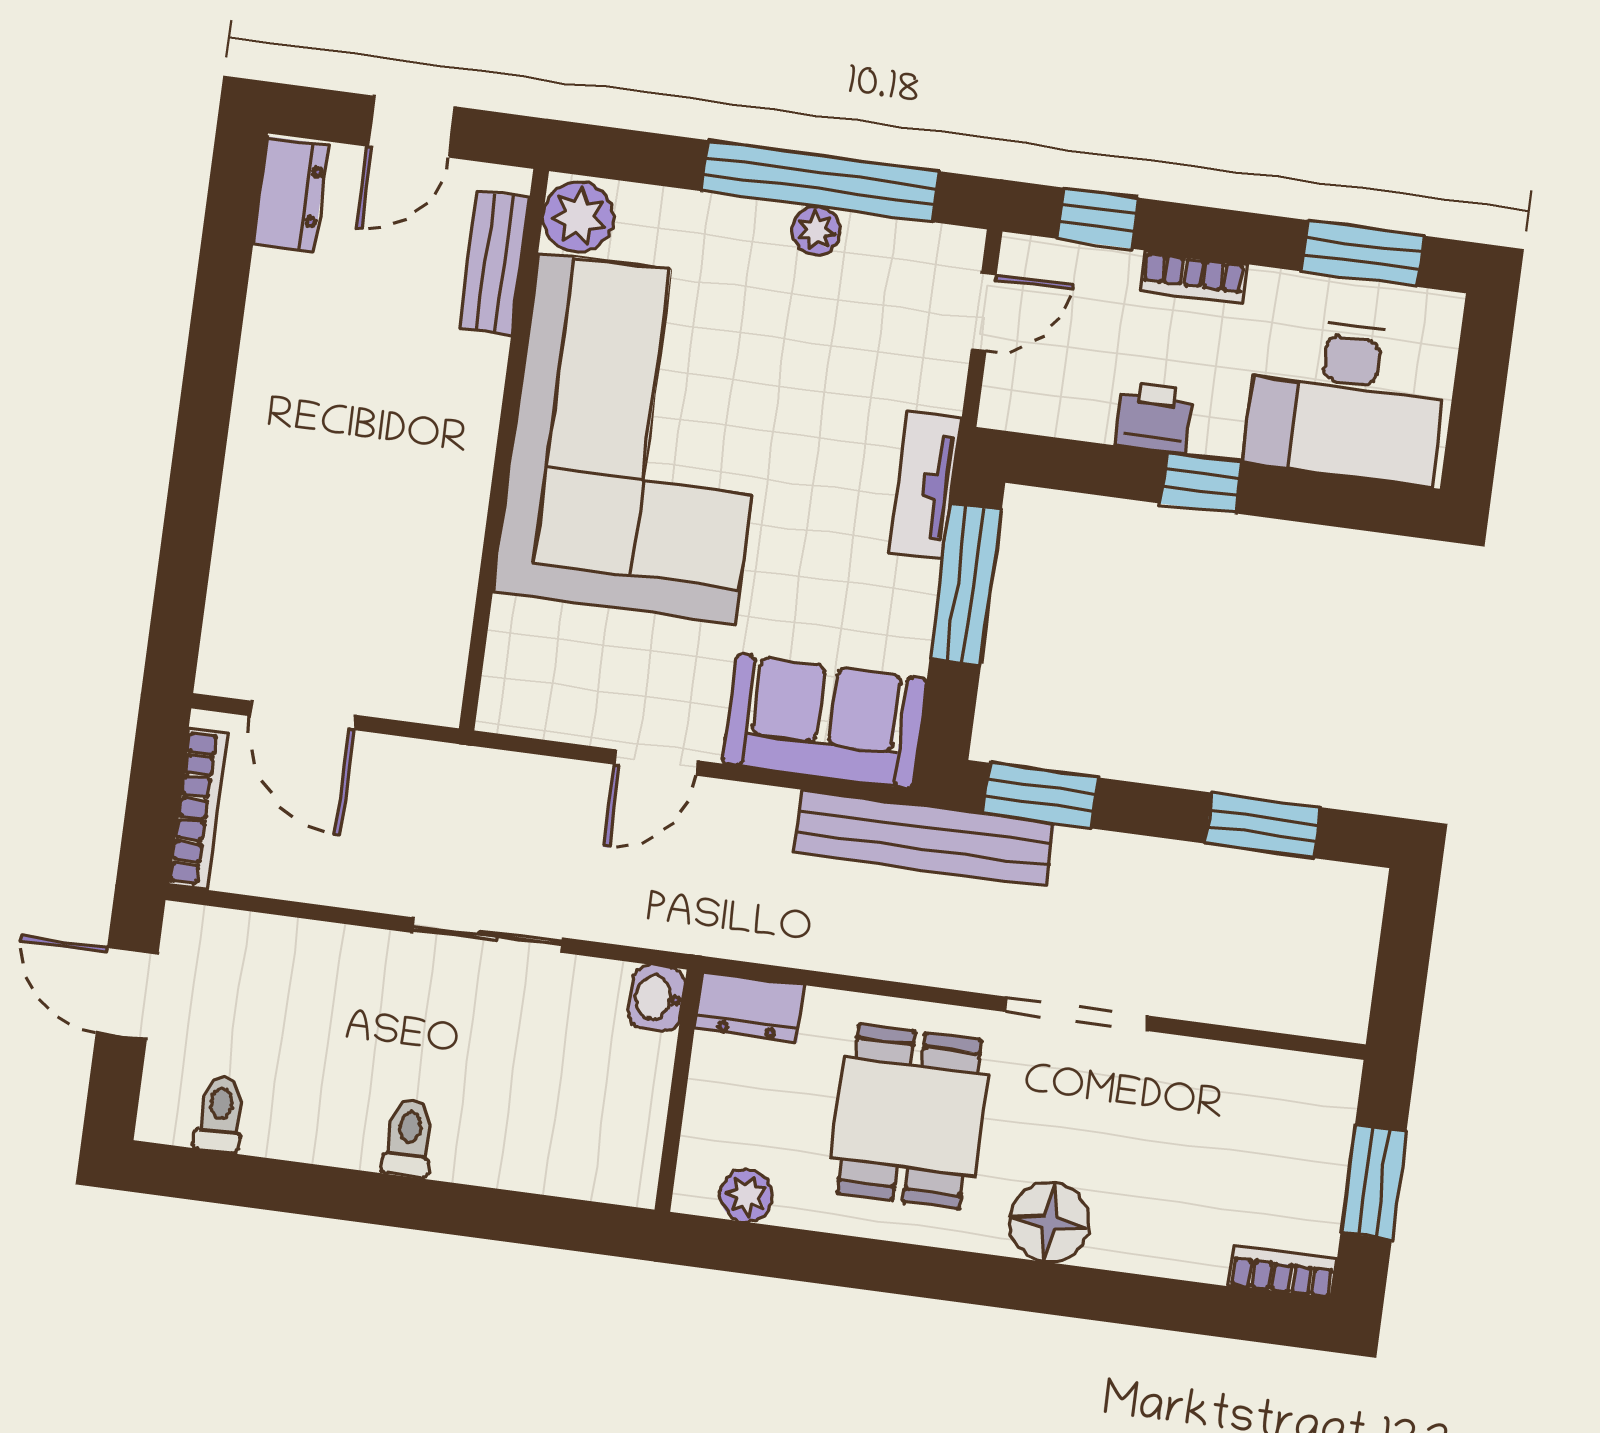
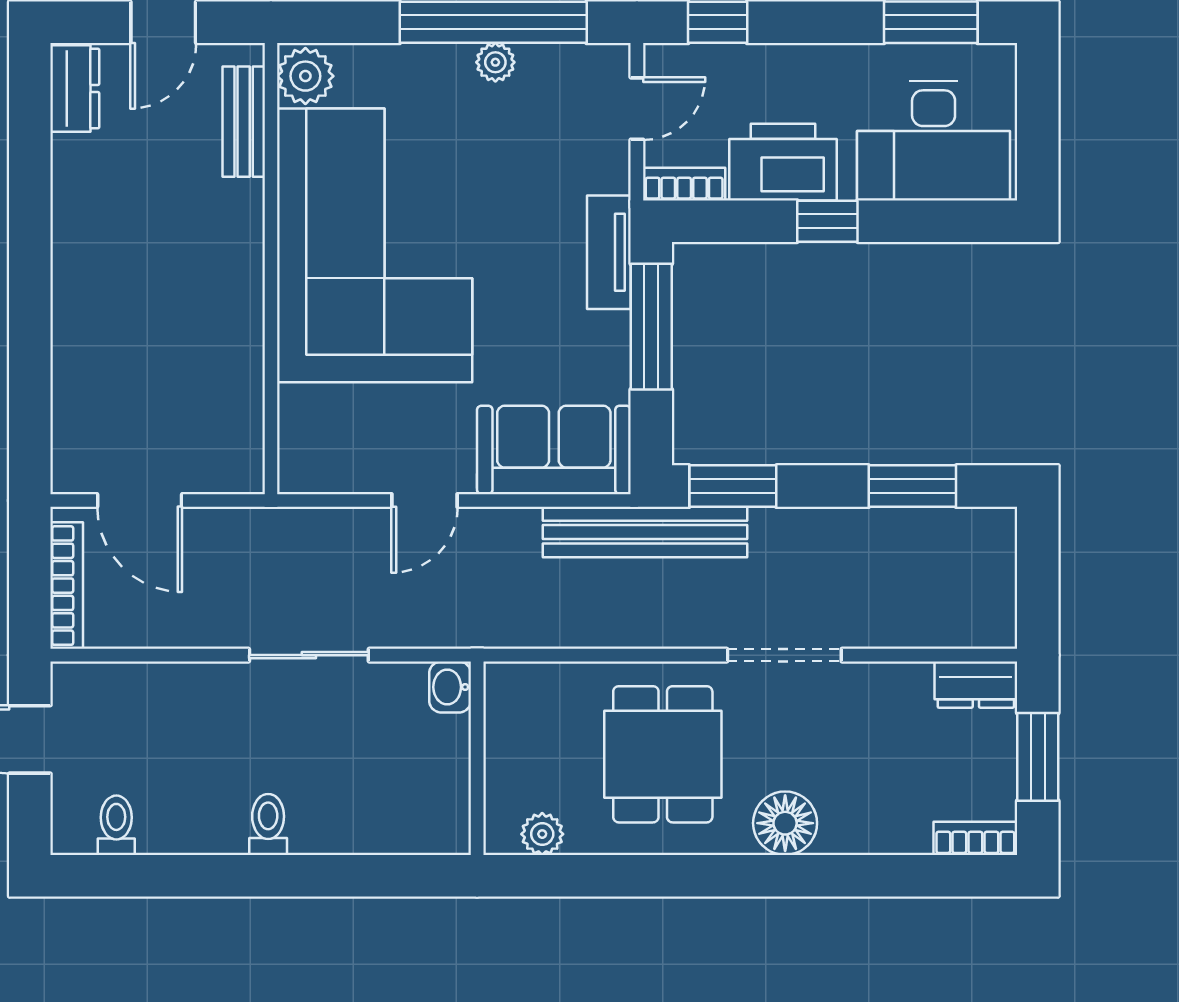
bookcase: (1193, 278) -> (684, 184), moved, turned 180
printer: (1154, 418) -> (783, 162), width x1.87, depth x1.48
dresser: (750, 1007) -> (976, 685), moved

